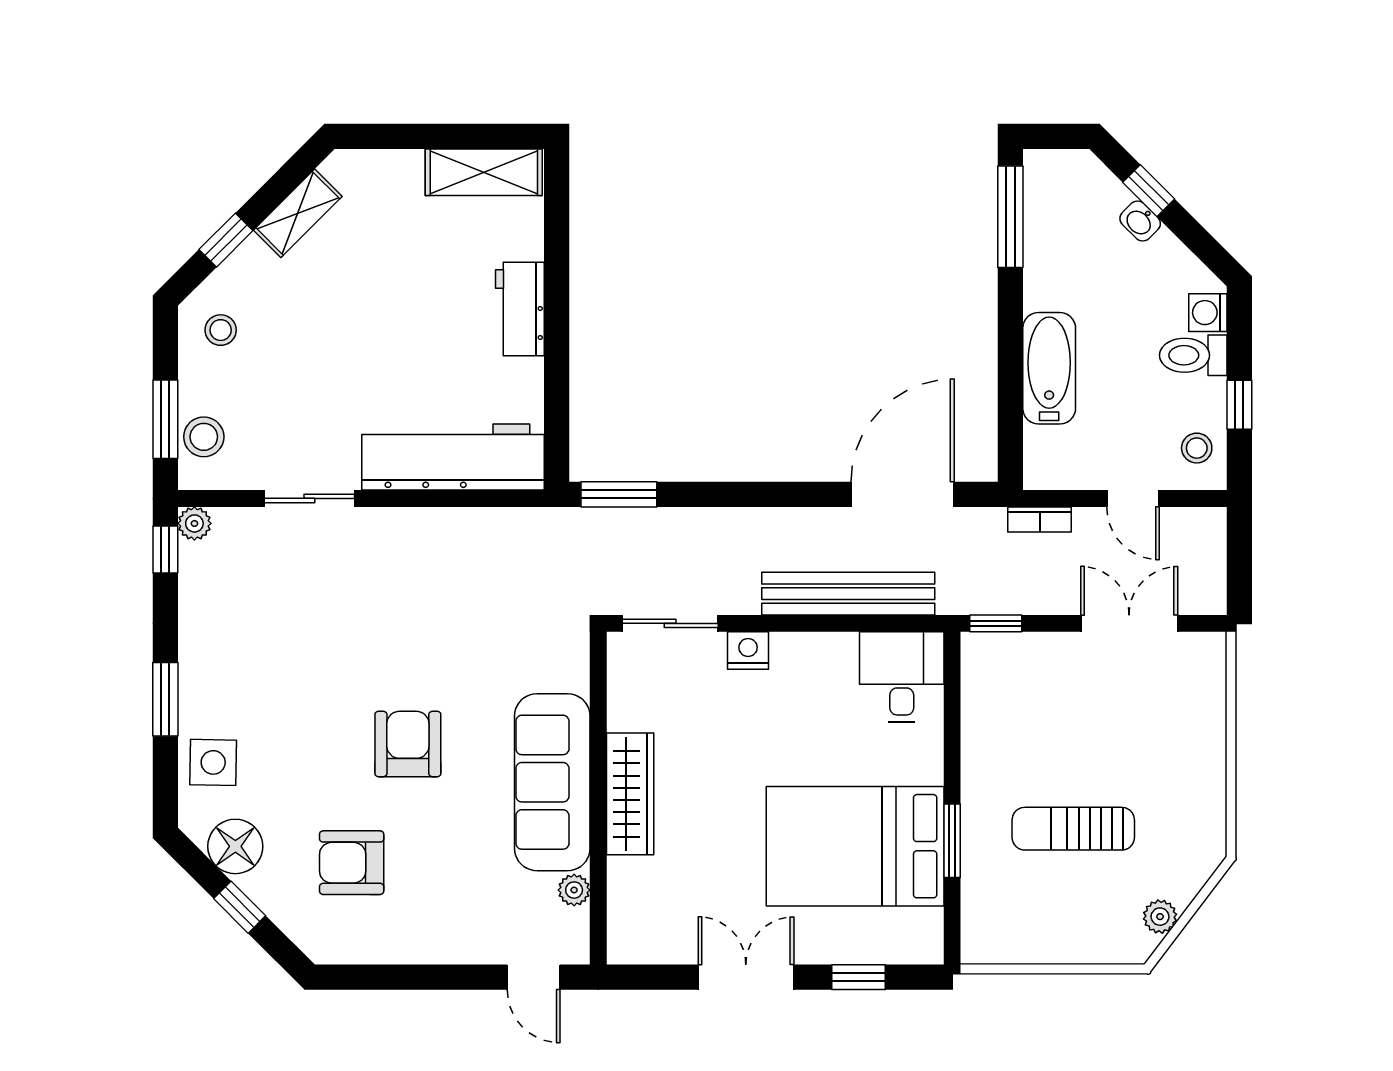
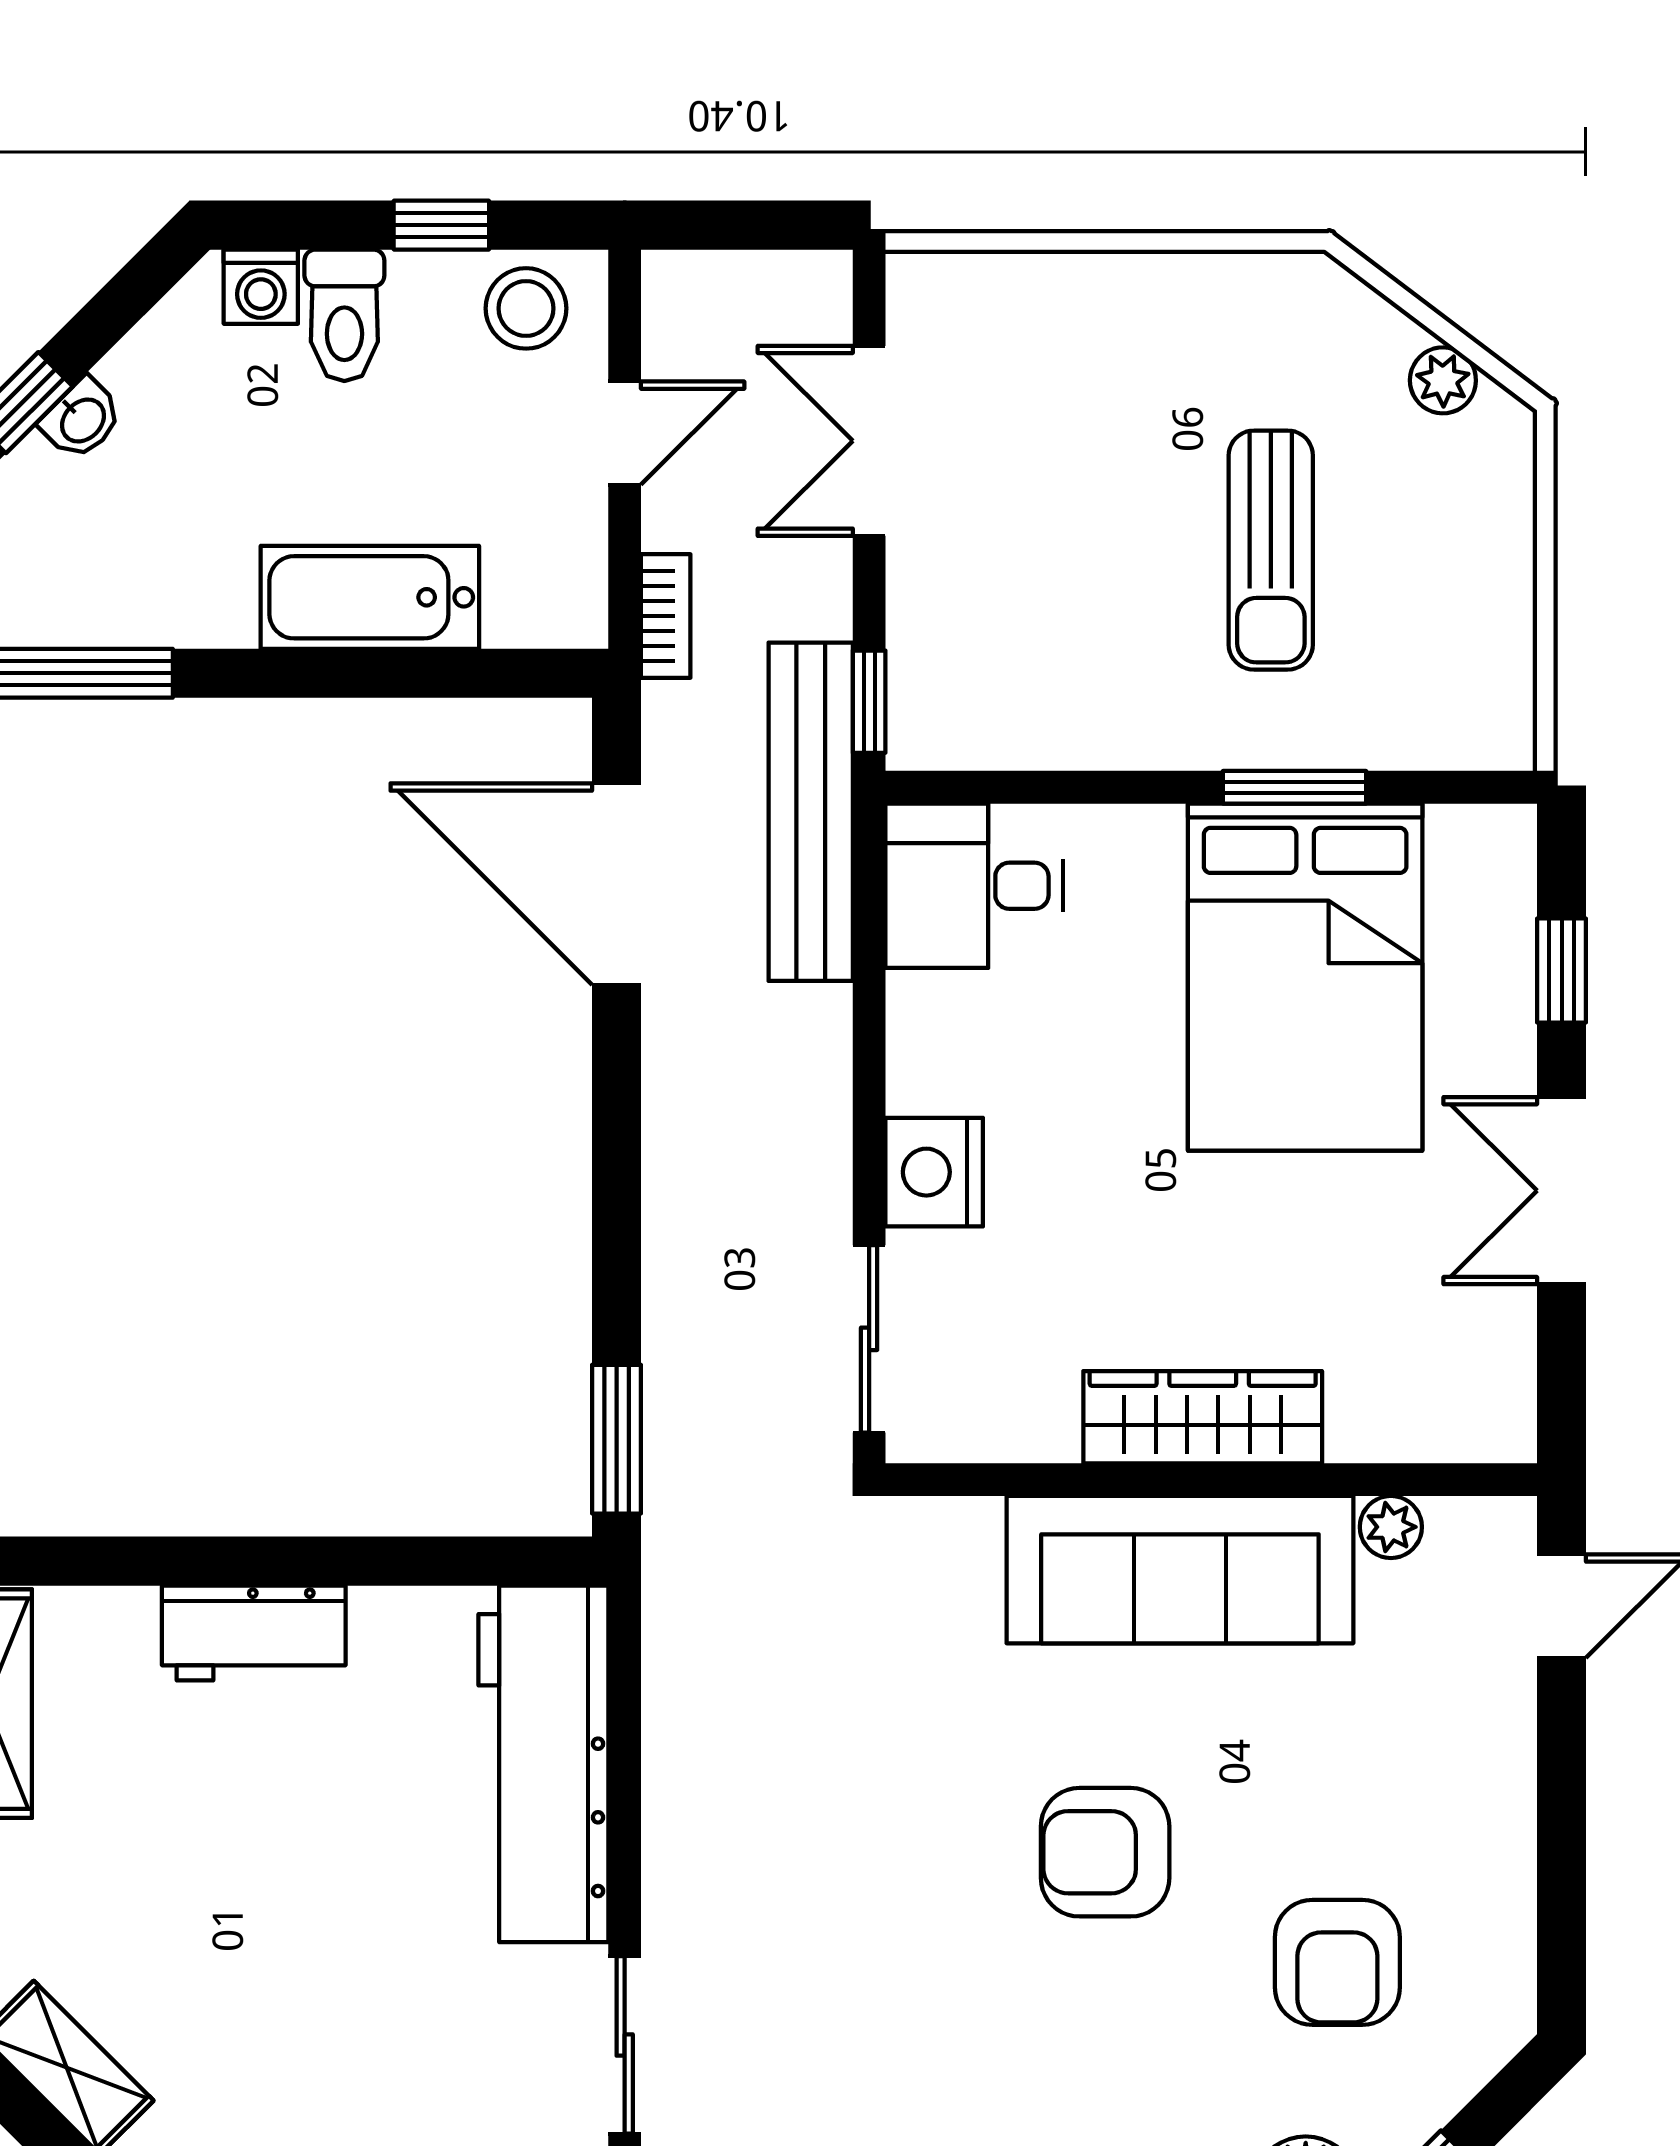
stool: (1197, 448) -> (526, 308), width x1.37, depth x1.37
bench: (848, 594) -> (811, 812), moved
nightstand: (748, 650) -> (934, 1172), width x1.36, depth x1.33

